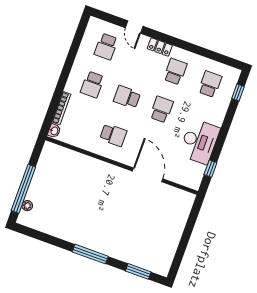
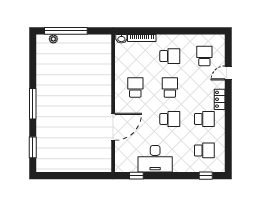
school desk: (106, 47) -> (204, 56), turned 90
school desk: (92, 84) -> (170, 56), turned 180
school desk: (113, 135) -> (135, 88), turned 180

